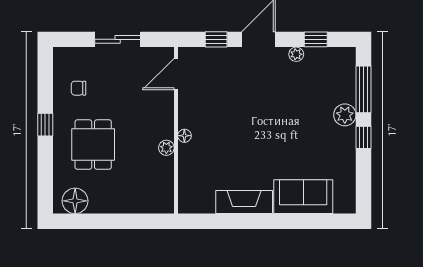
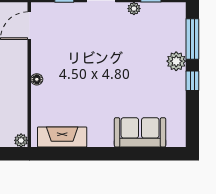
plant: (166, 148) -> (21, 140), moved
fireplace: (244, 202) -> (62, 137), moved

